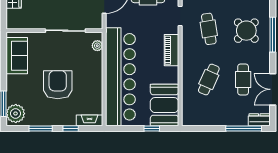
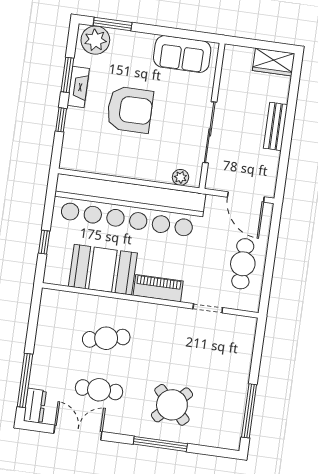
cafe table: (209, 29) -> (182, 349), removed
cafe table: (209, 80) -> (106, 338), turned -36
booth: (164, 105) -> (103, 270), moved
fireplace: (89, 120) -> (78, 87), moved

